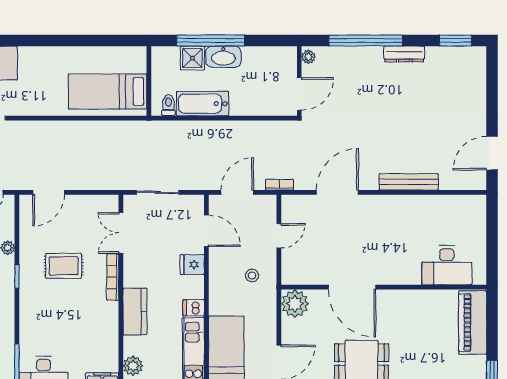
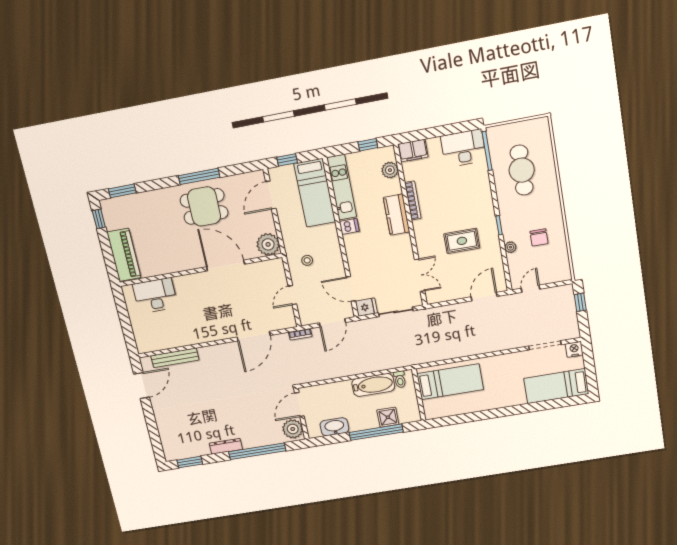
washbasin: (223, 57) -> (334, 427), moved
plant: (308, 57) -> (293, 429), width x1.87, depth x1.87
bench: (409, 182) -> (175, 358), moved
fridge: (192, 265) -> (366, 307), moved
bookcase: (113, 277) -> (413, 201), moved

